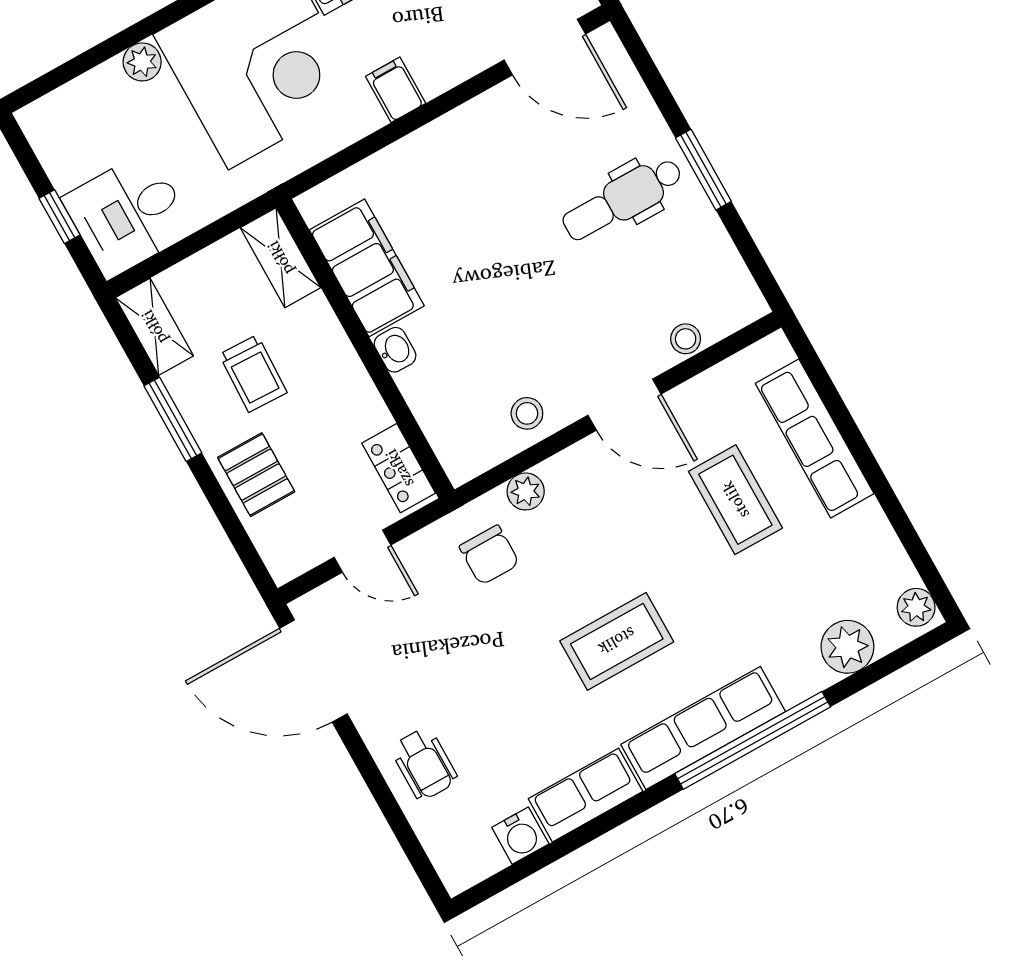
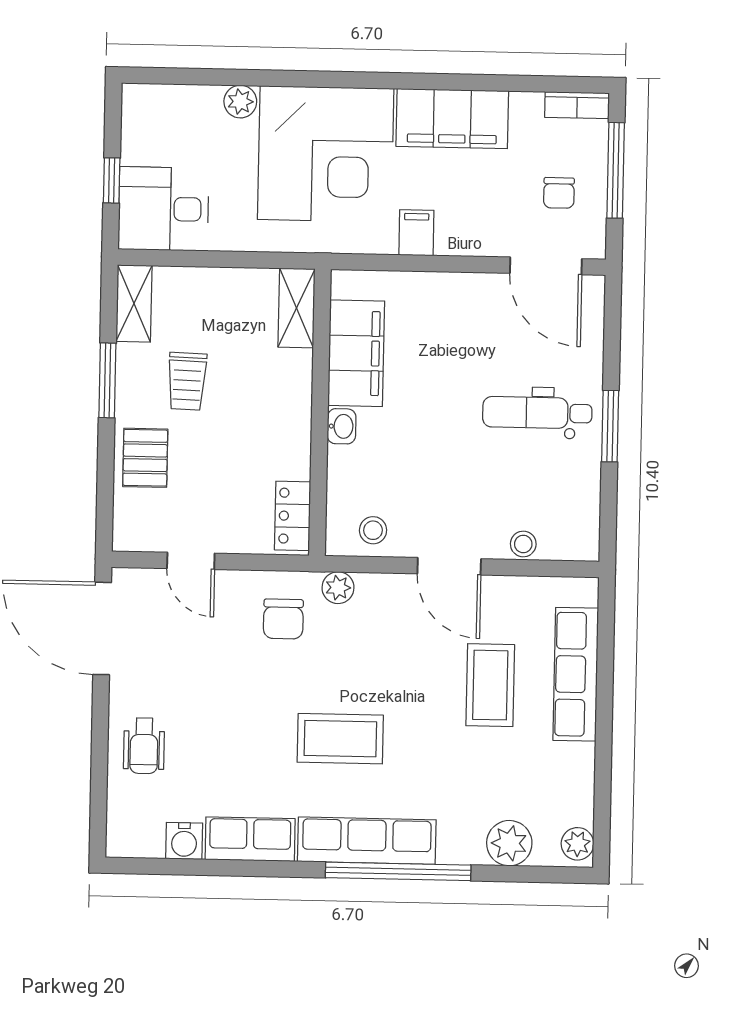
shelving: (280, 258) -> (297, 308), moved
filing cabinet: (367, 268) -> (356, 353), moved
wall: (365, 349) -> (320, 412), moved
washbasin: (395, 350) -> (342, 426), moved
locker: (399, 468) -> (293, 516), moved

